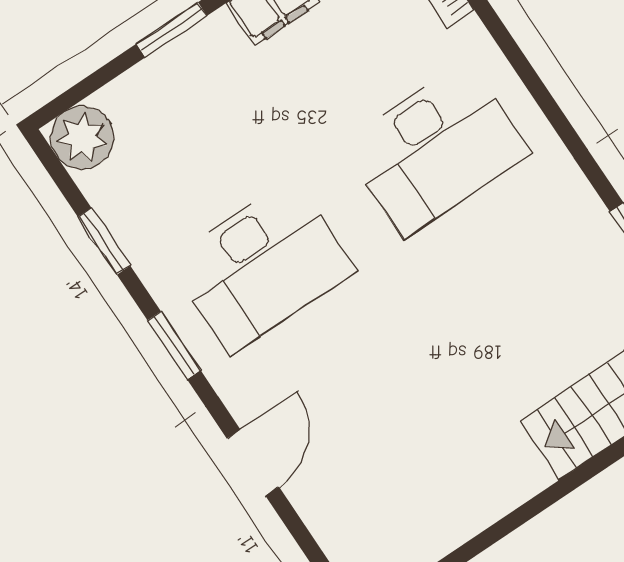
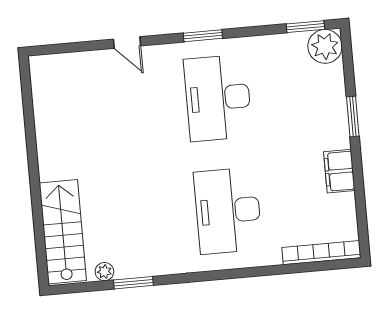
window: (104, 241) -> (305, 27), moved
door: (253, 463) -> (127, 43), width x0.73

